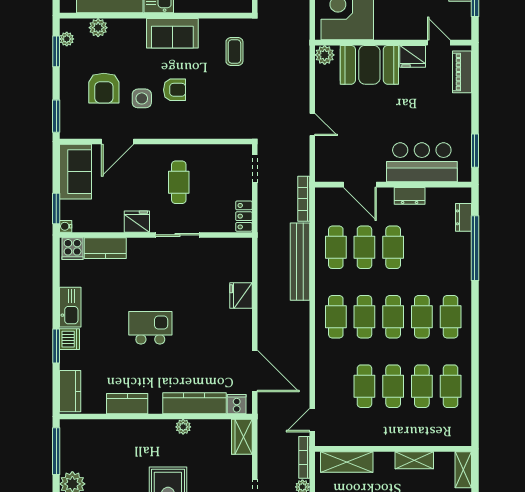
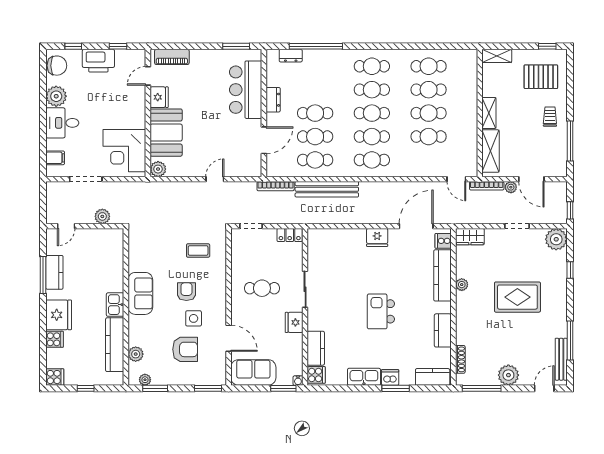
coffee table: (234, 52) -> (198, 251), moved
fridge: (241, 296) -> (377, 237), moved
shoe rack: (92, 425) -> (460, 359), added
shelving: (414, 460) -> (489, 113), moved

